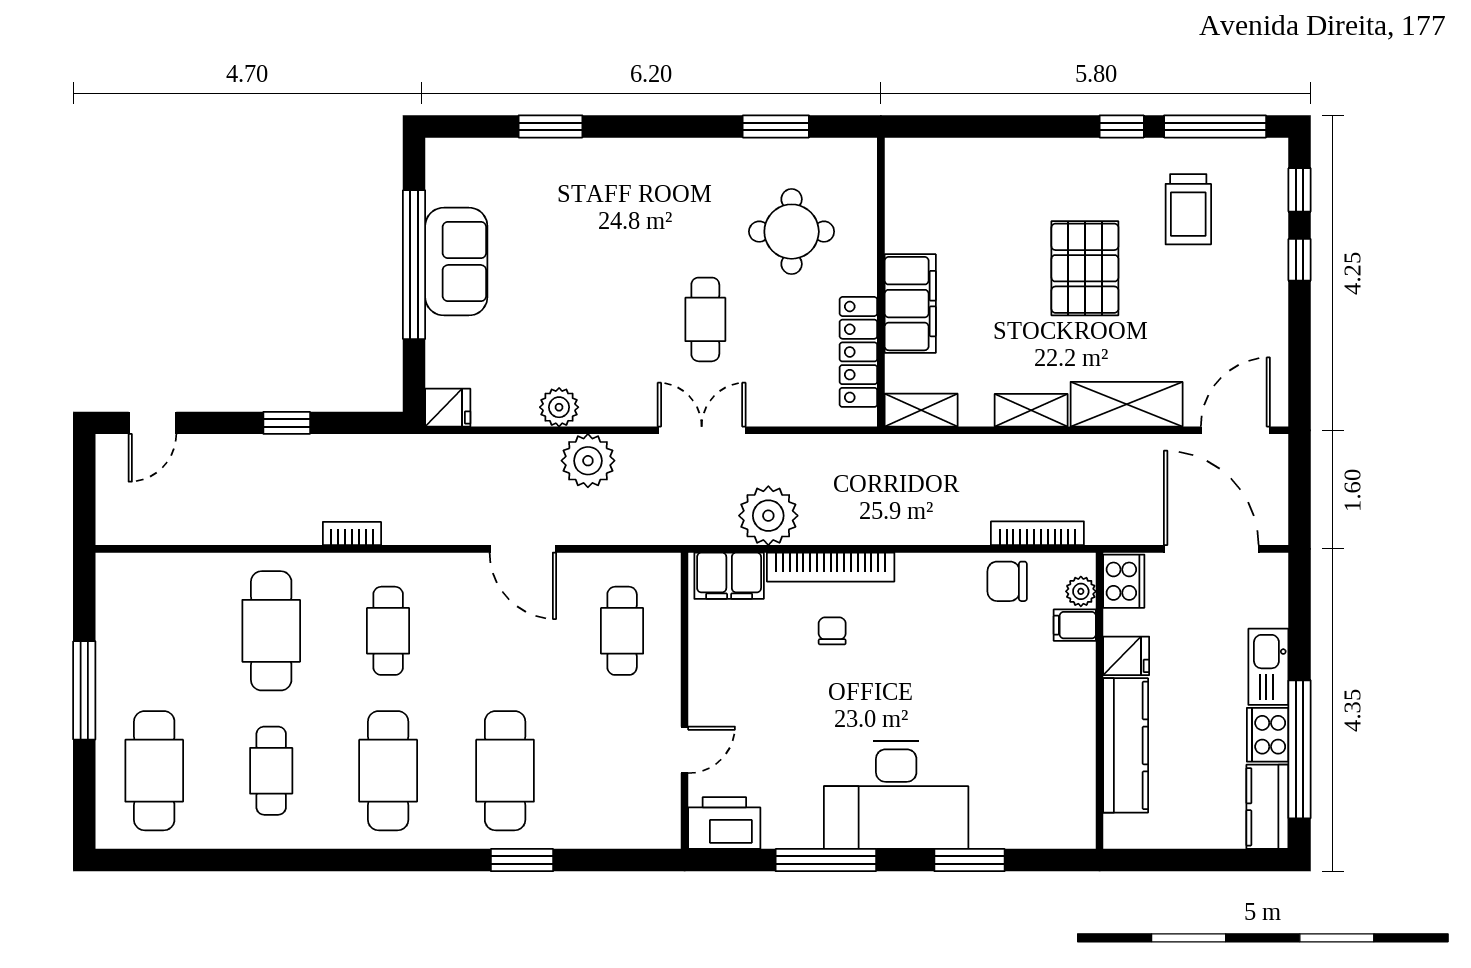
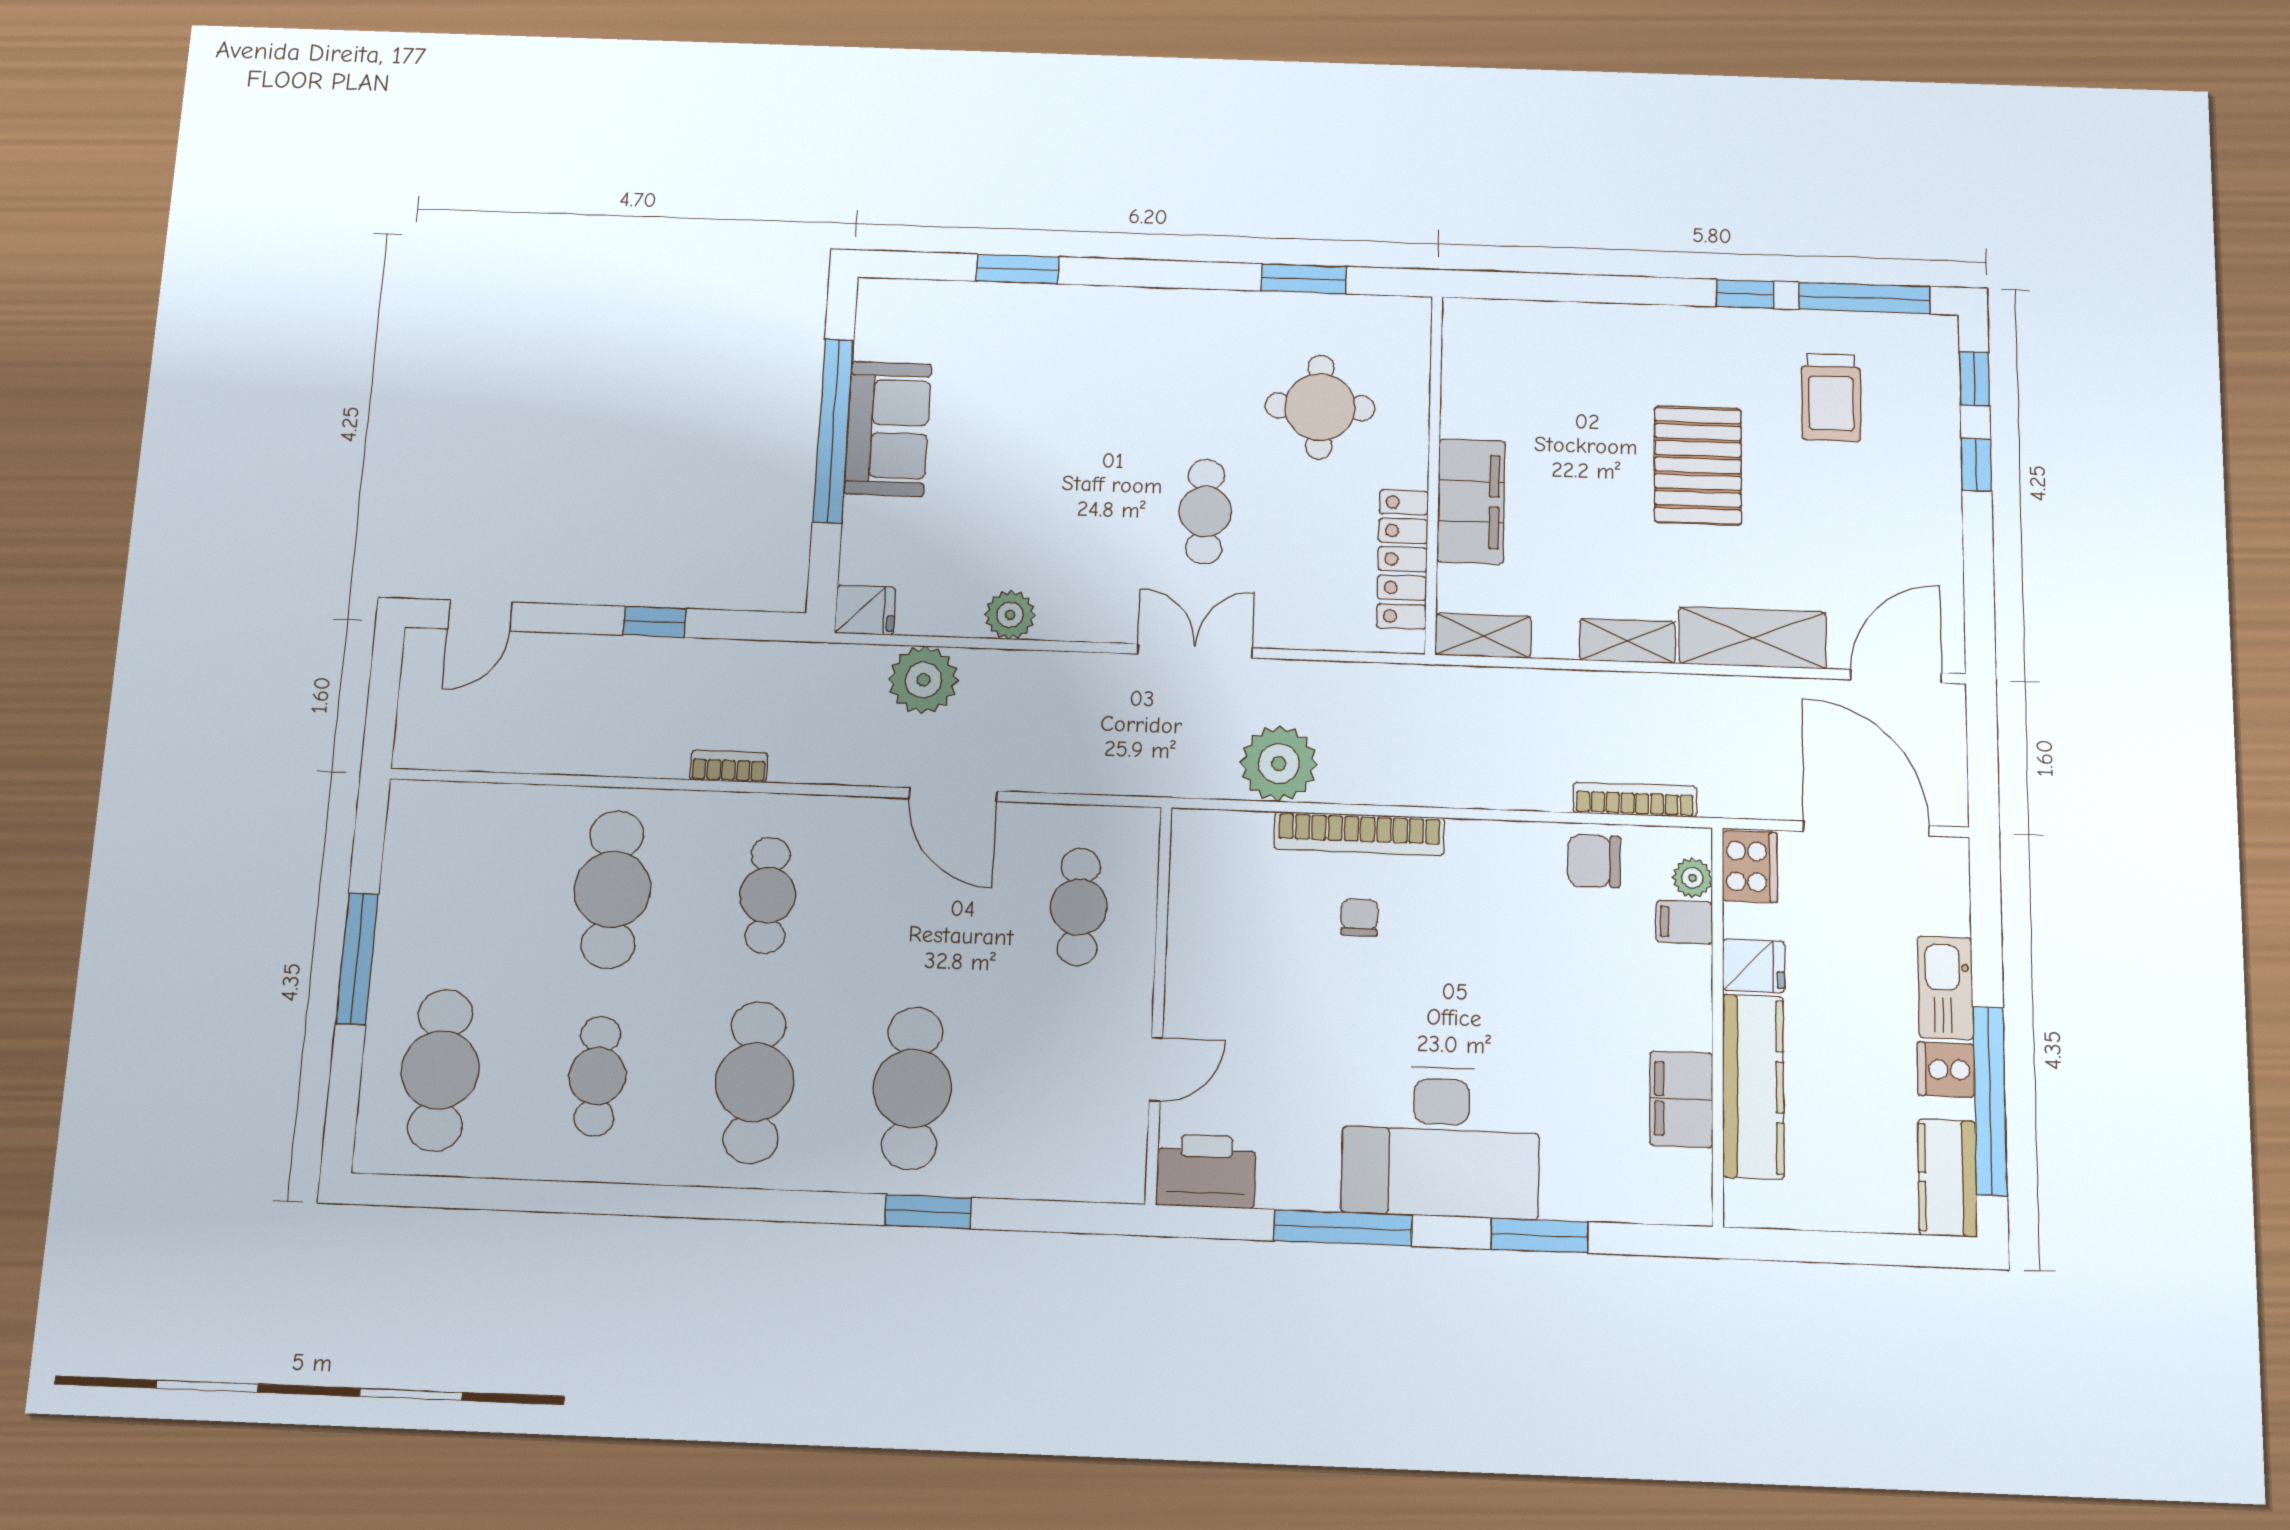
plant: (588, 461) -> (923, 680), moved
filing cabinet: (729, 576) -> (1681, 1099), moved, turned 90
cooker: (1268, 735) -> (1946, 1070), width x0.73

